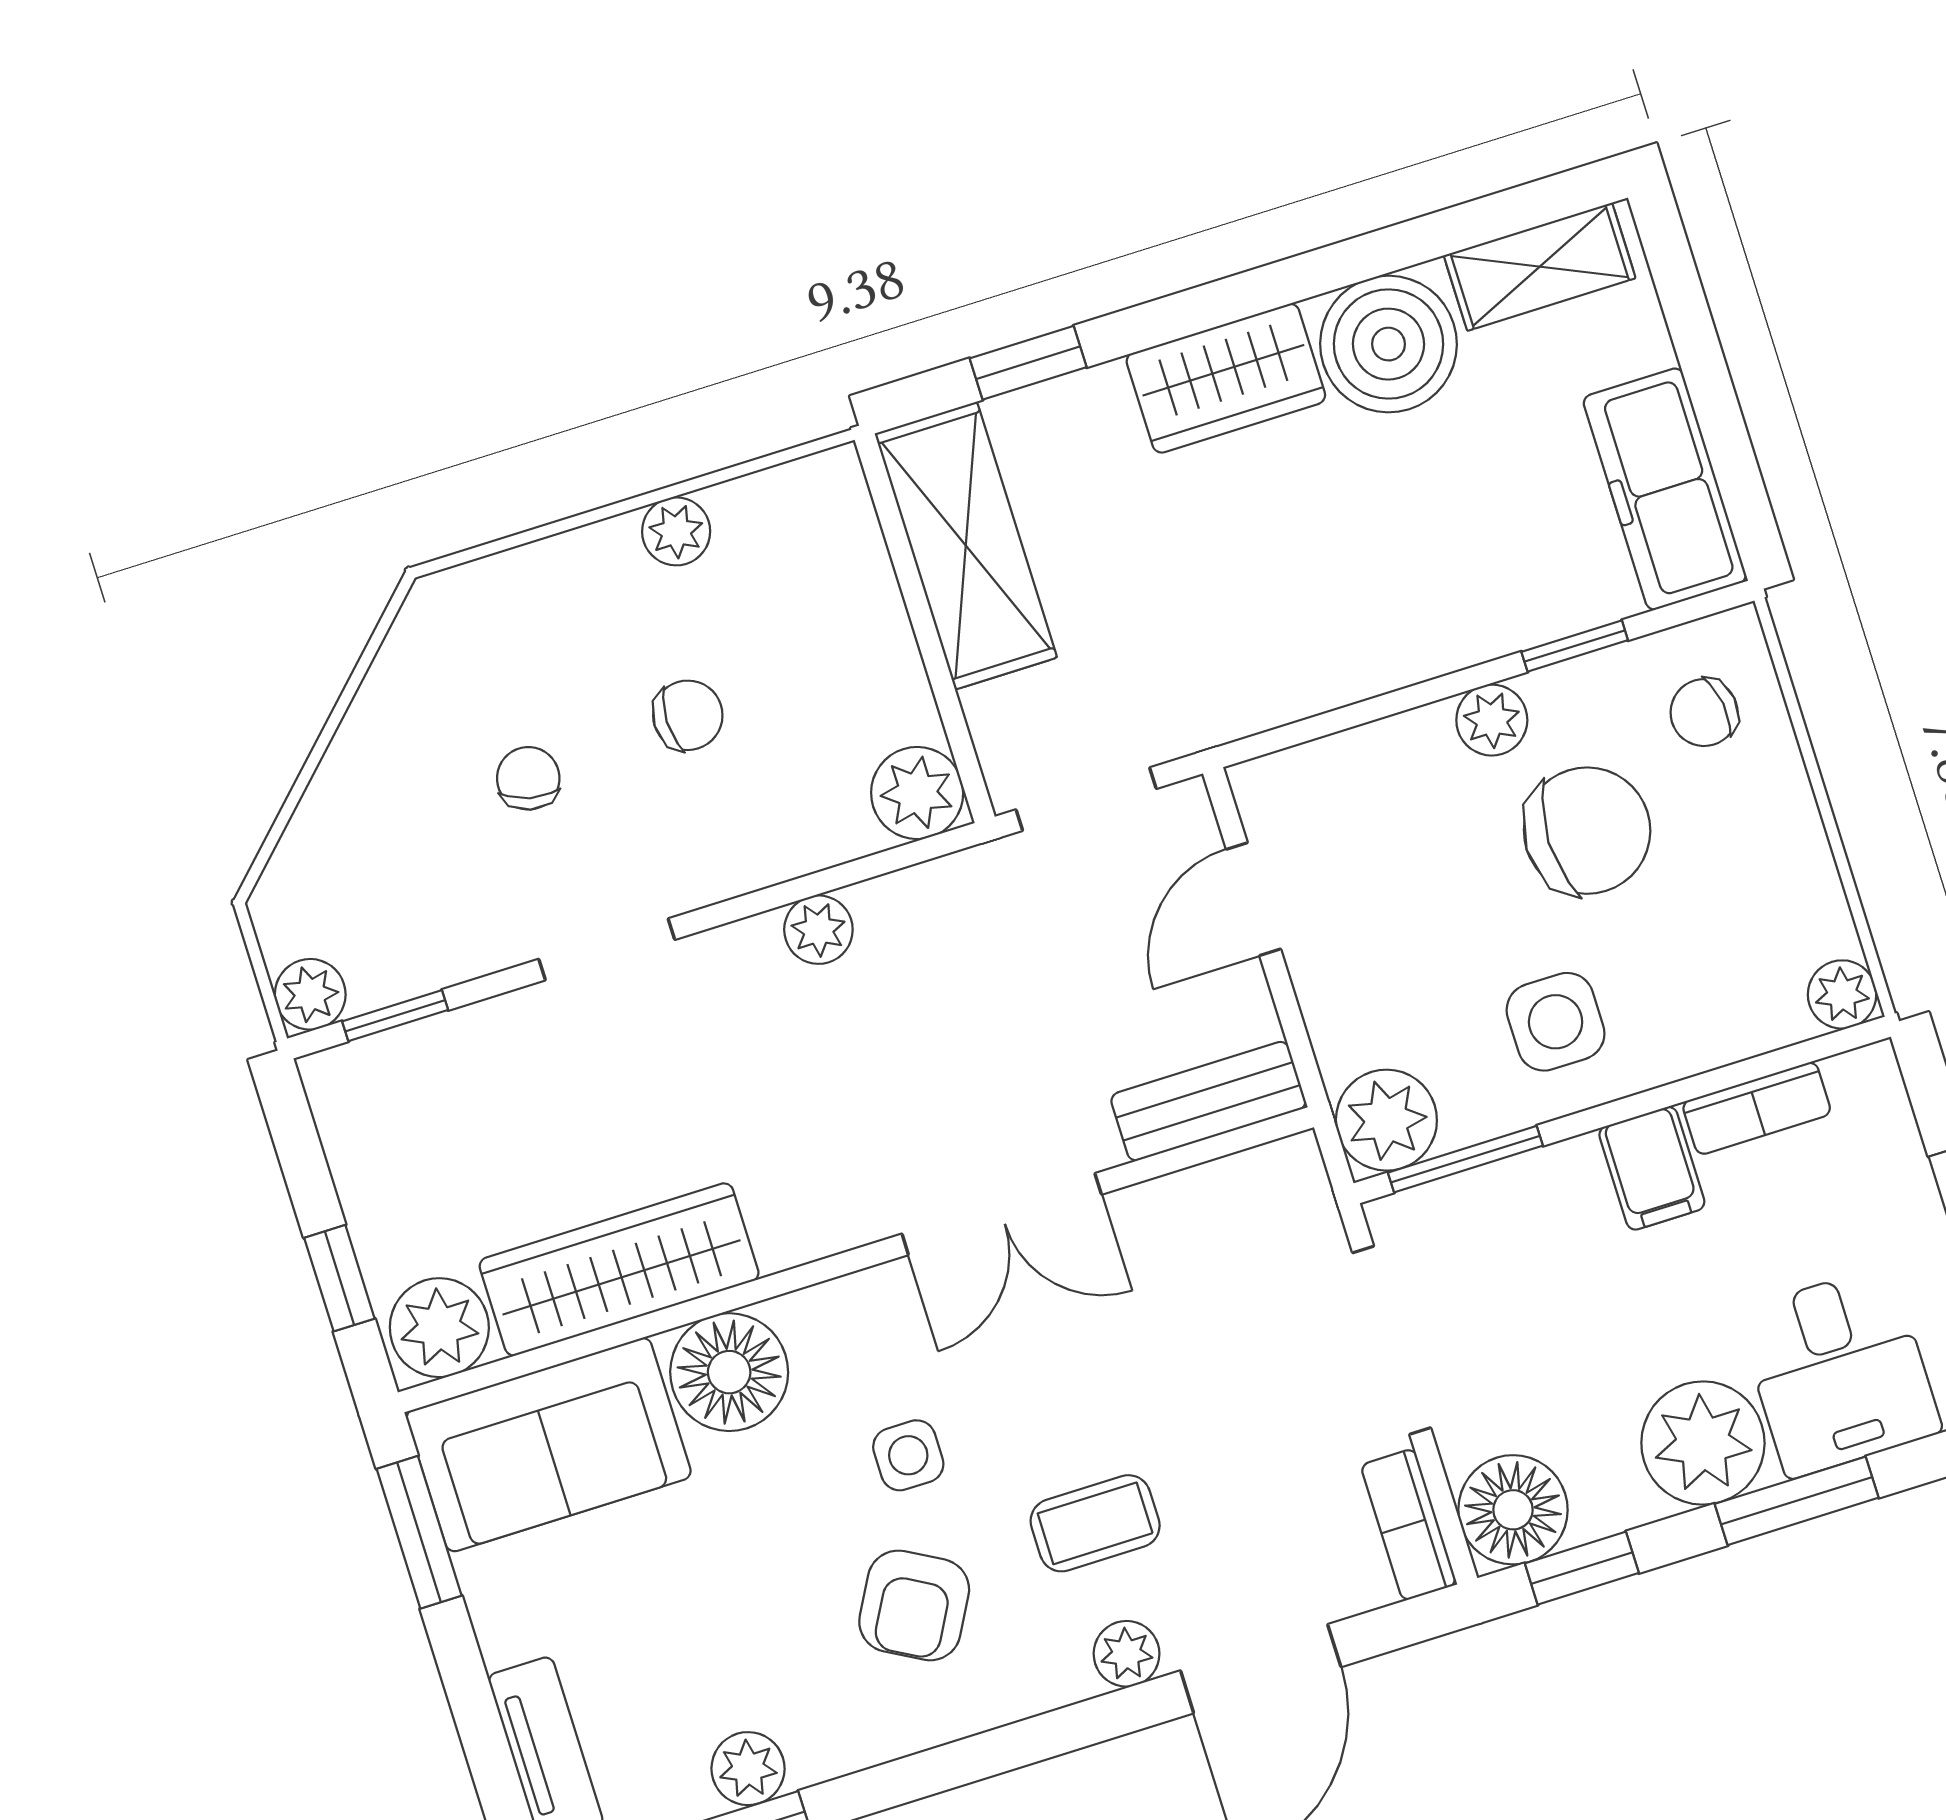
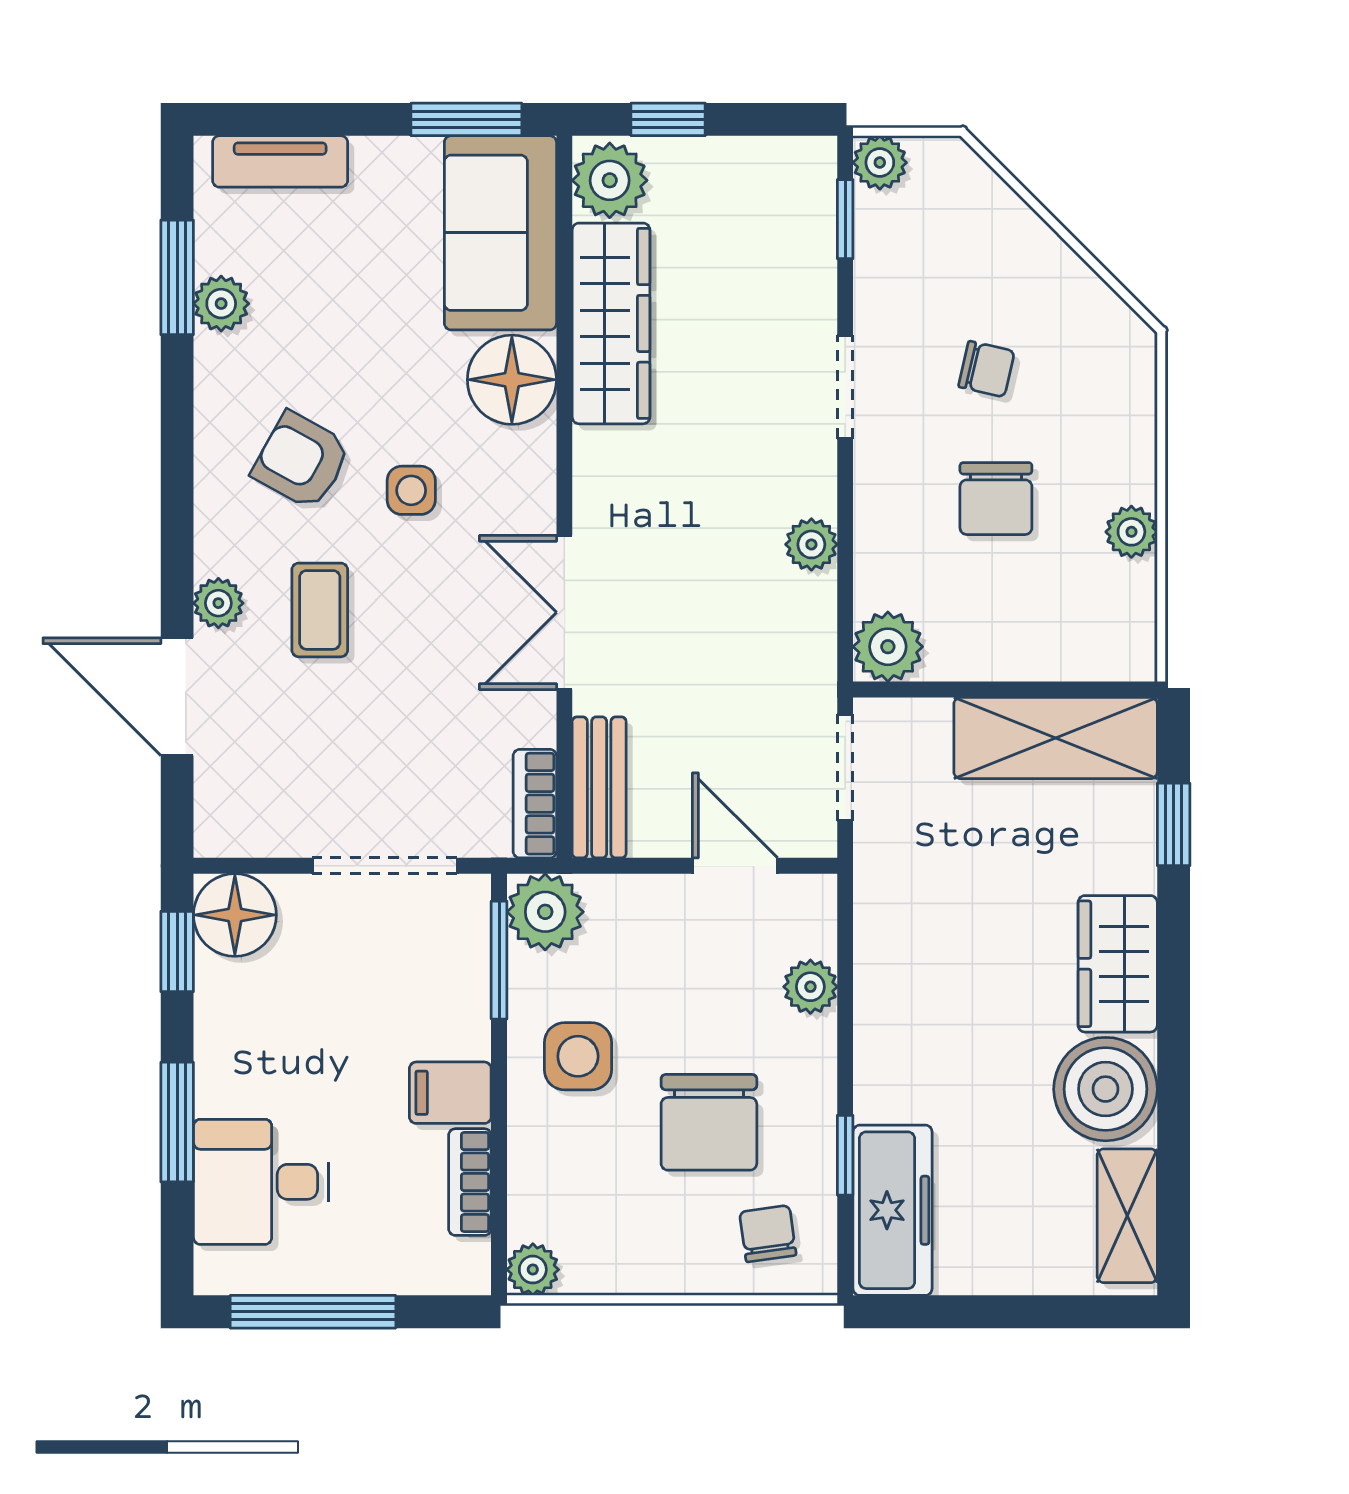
freezer: (1665, 489) -> (893, 1210), moved, turned 90
chair: (688, 715) -> (996, 499), width x1.37, depth x1.37
plant: (1492, 720) -> (810, 987), moved
plant: (1703, 1443) -> (240, 1067), removed
bookcase: (1409, 1525) -> (535, 804), moved, turned -90

